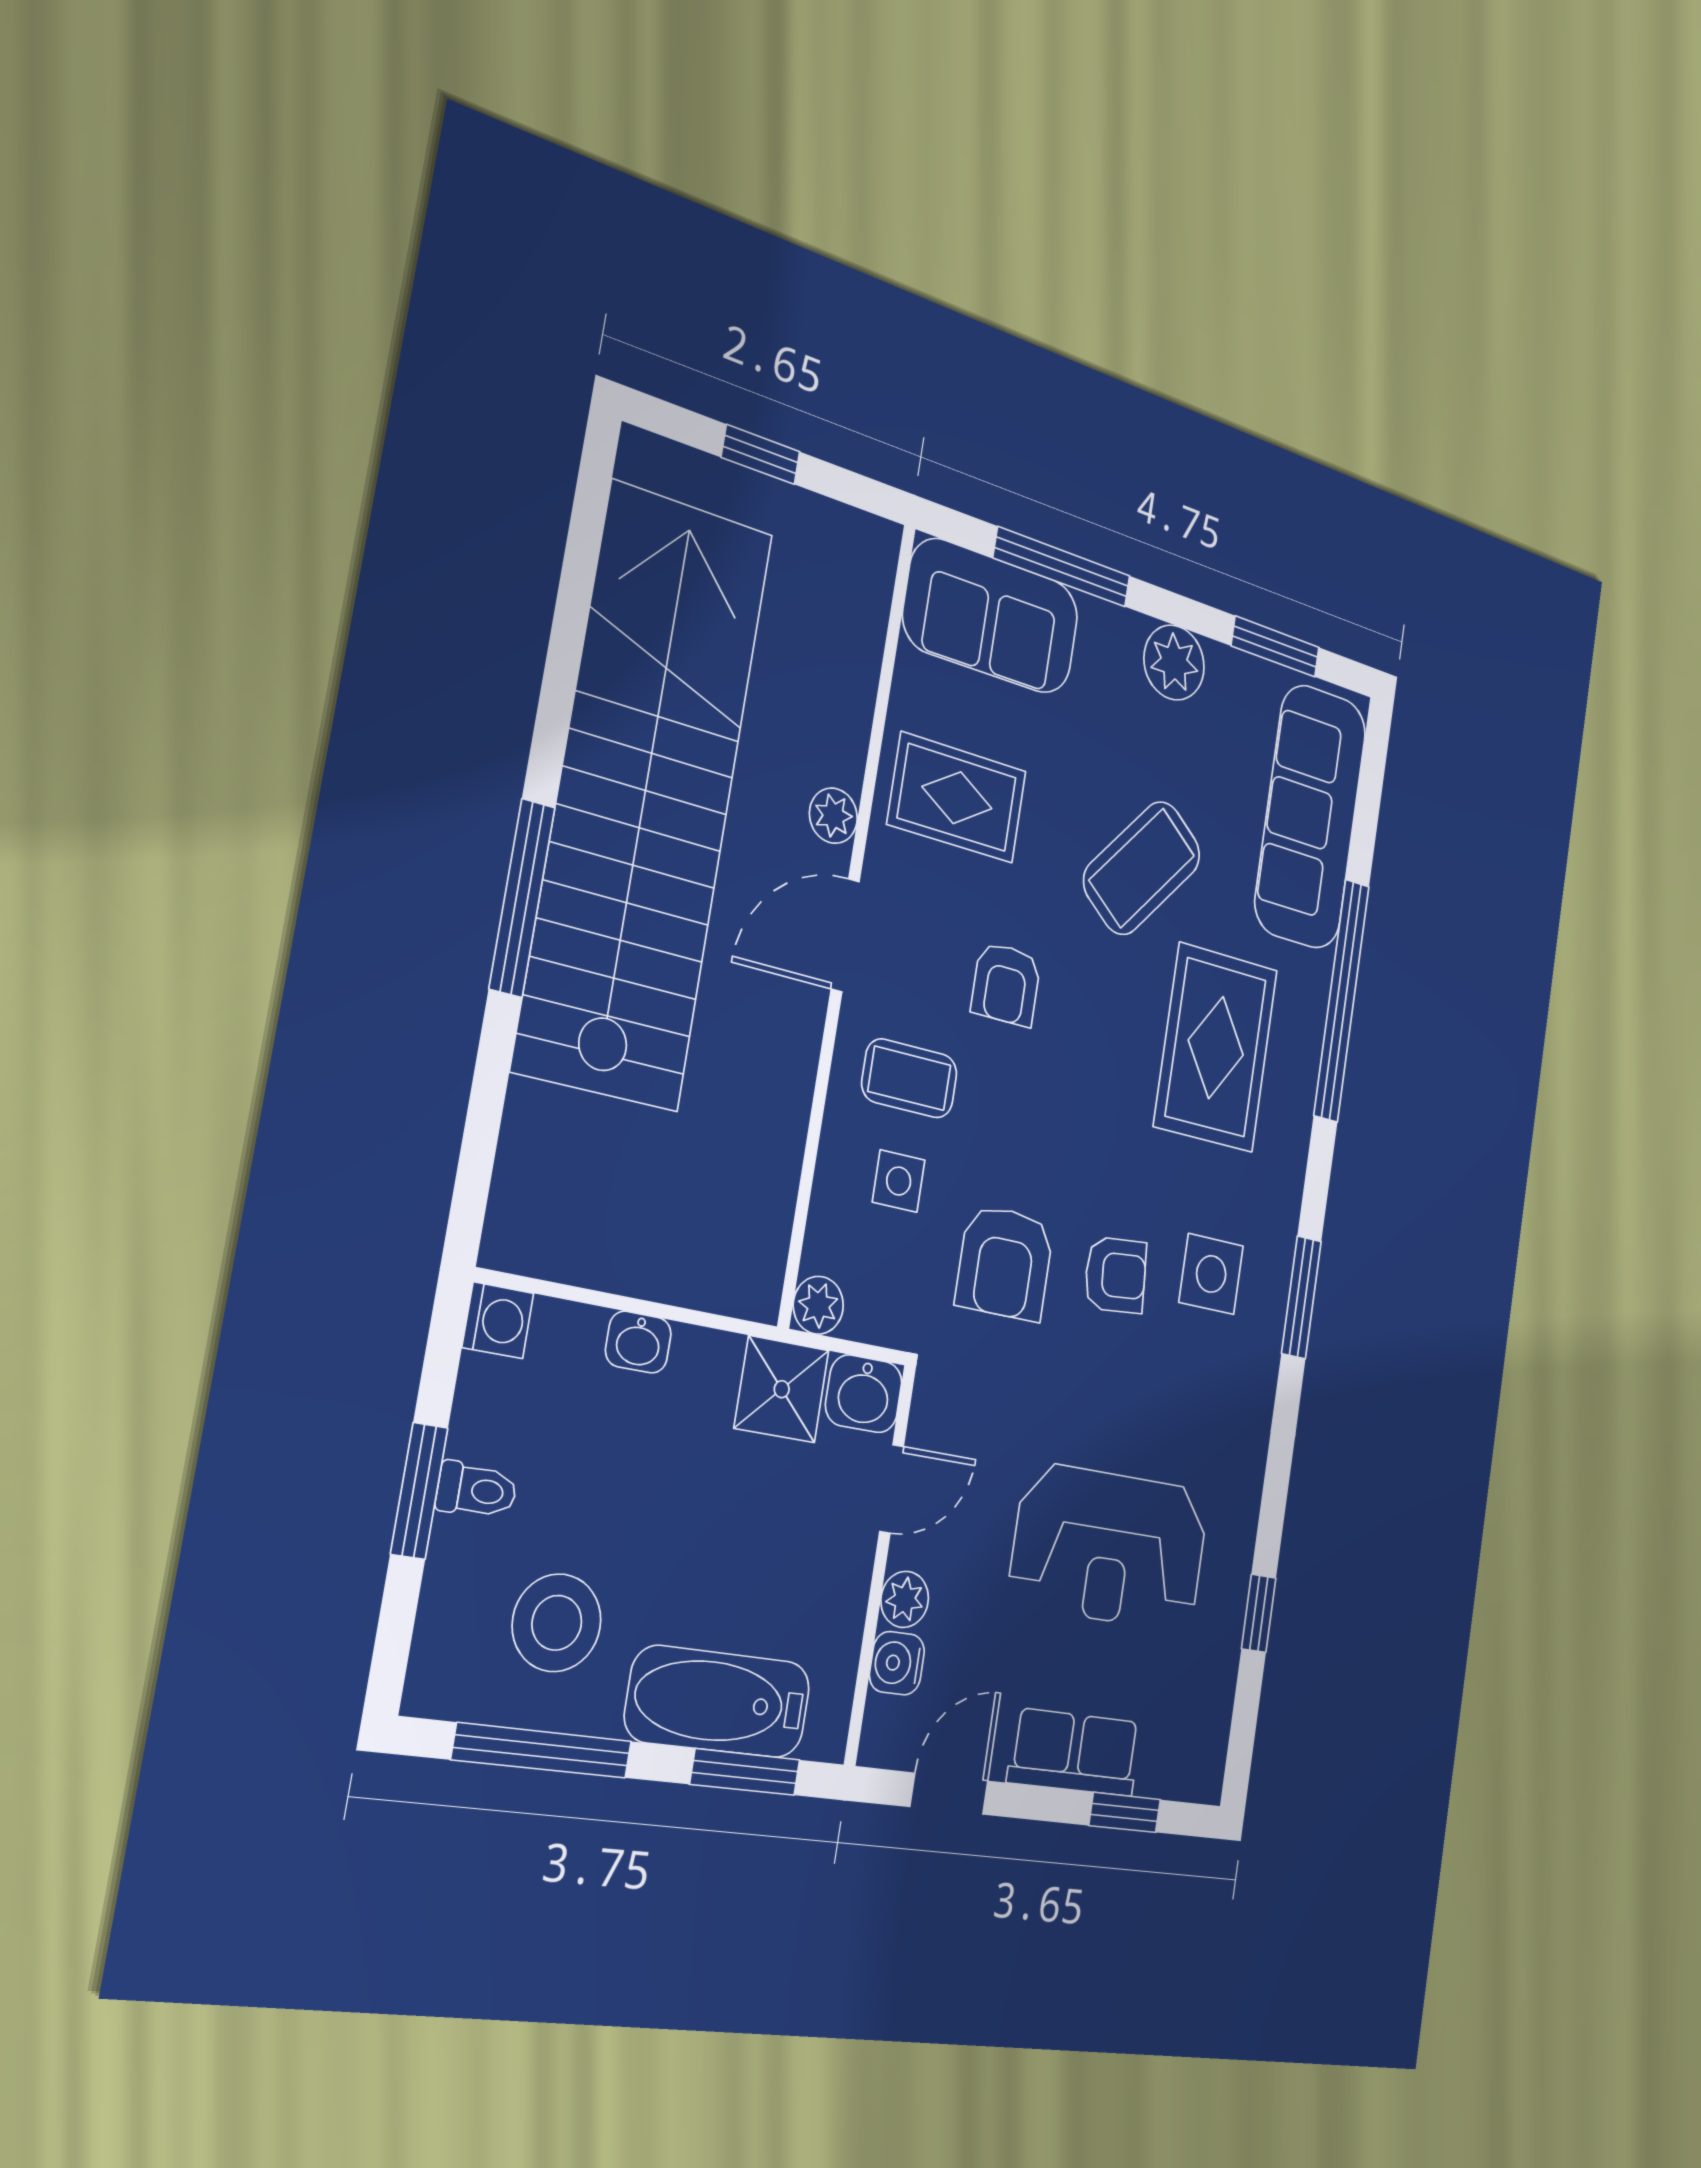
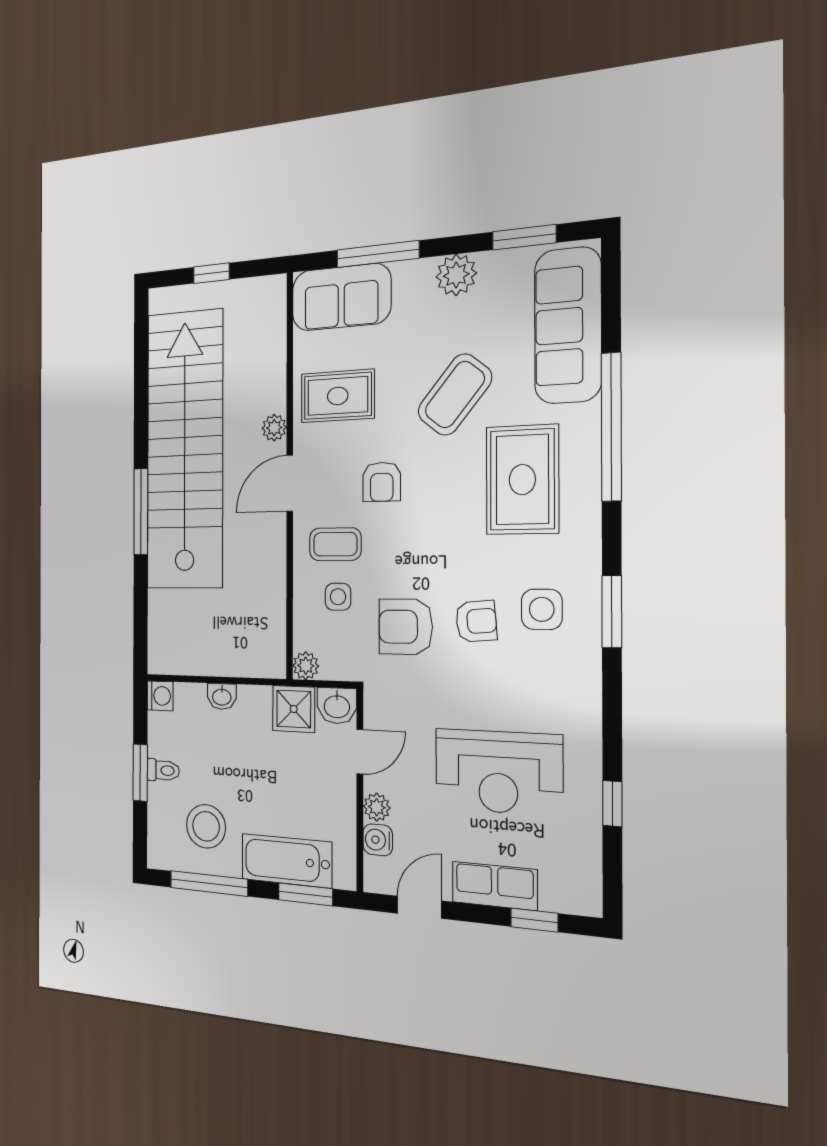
armchair: (1005, 1263) -> (406, 627), turned 90

